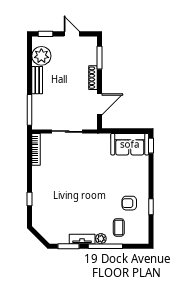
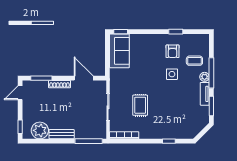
door: (72, 34) -> (20, 93), moved
rug: (69, 167) -> (140, 105), added
side table: (104, 202) -> (172, 74), added

